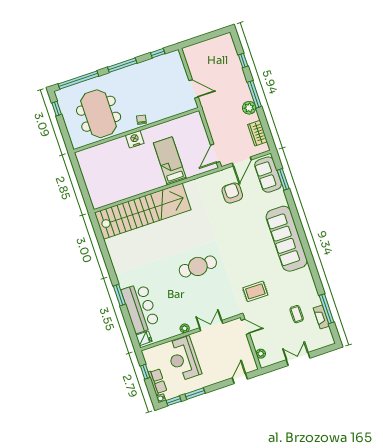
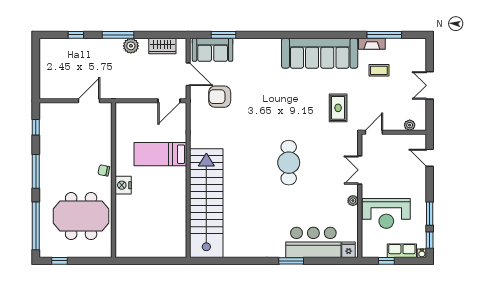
door: (215, 153) -> (169, 101), hinge flipped
sofa: (287, 239) -> (320, 53), moved
fireplace: (321, 317) -> (372, 44), moved

